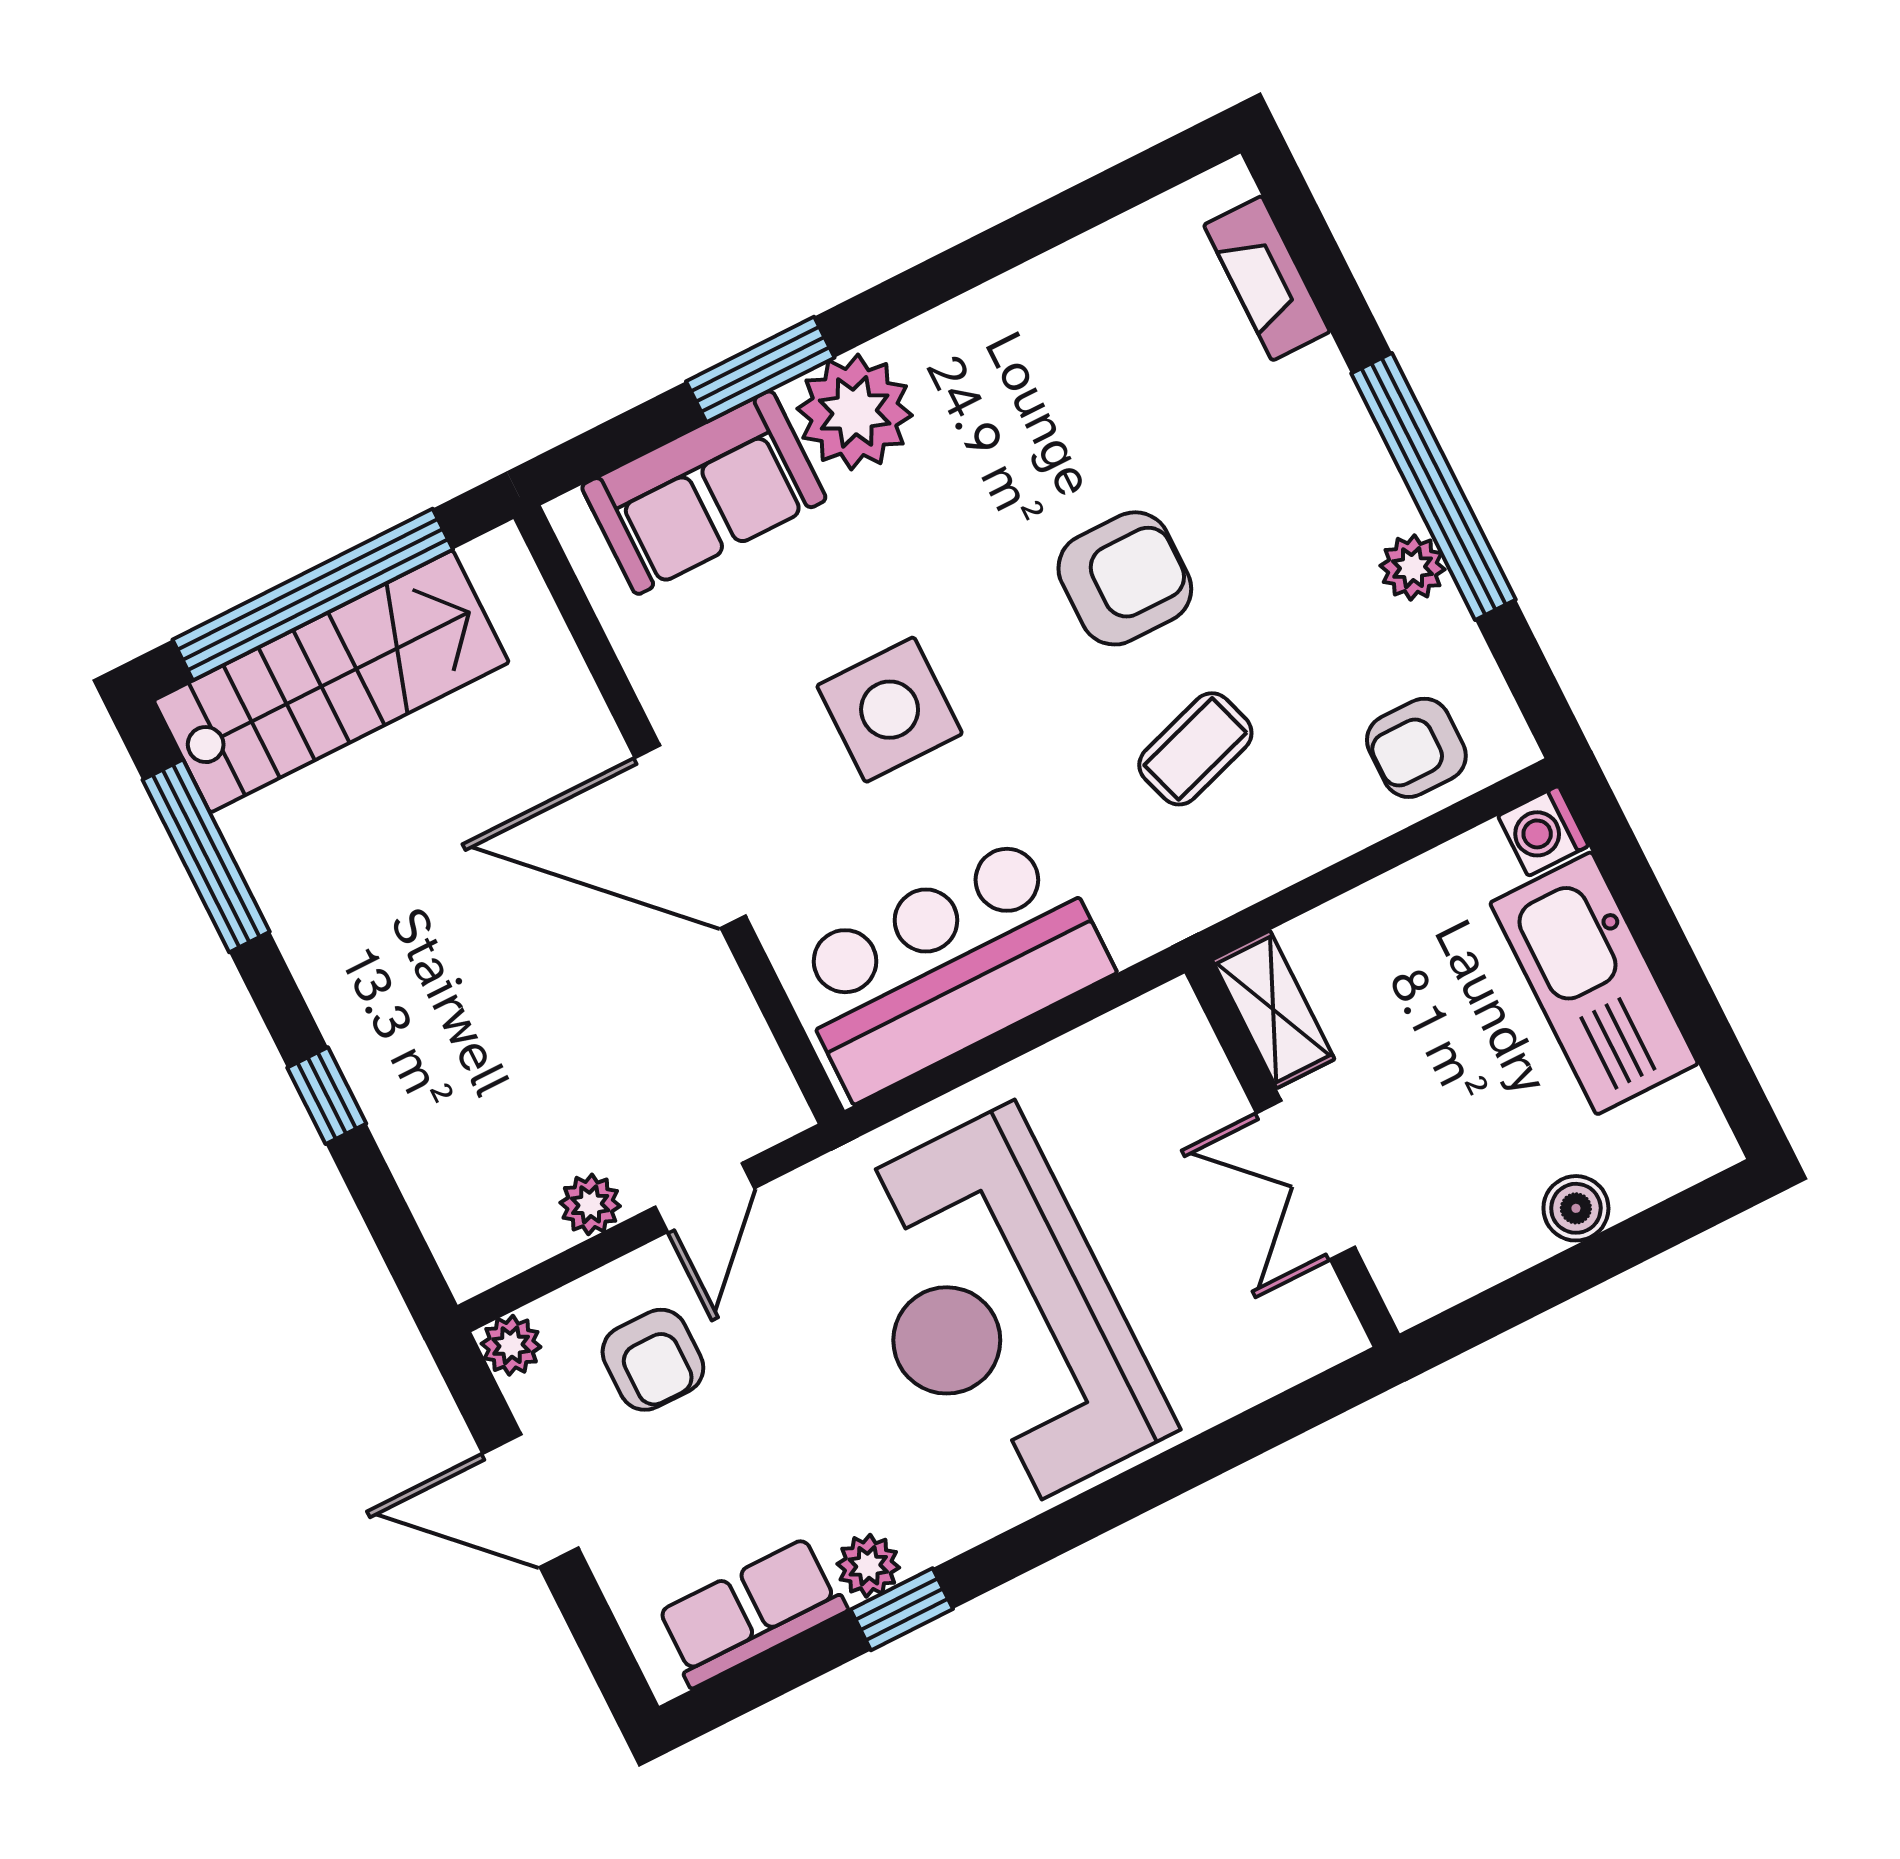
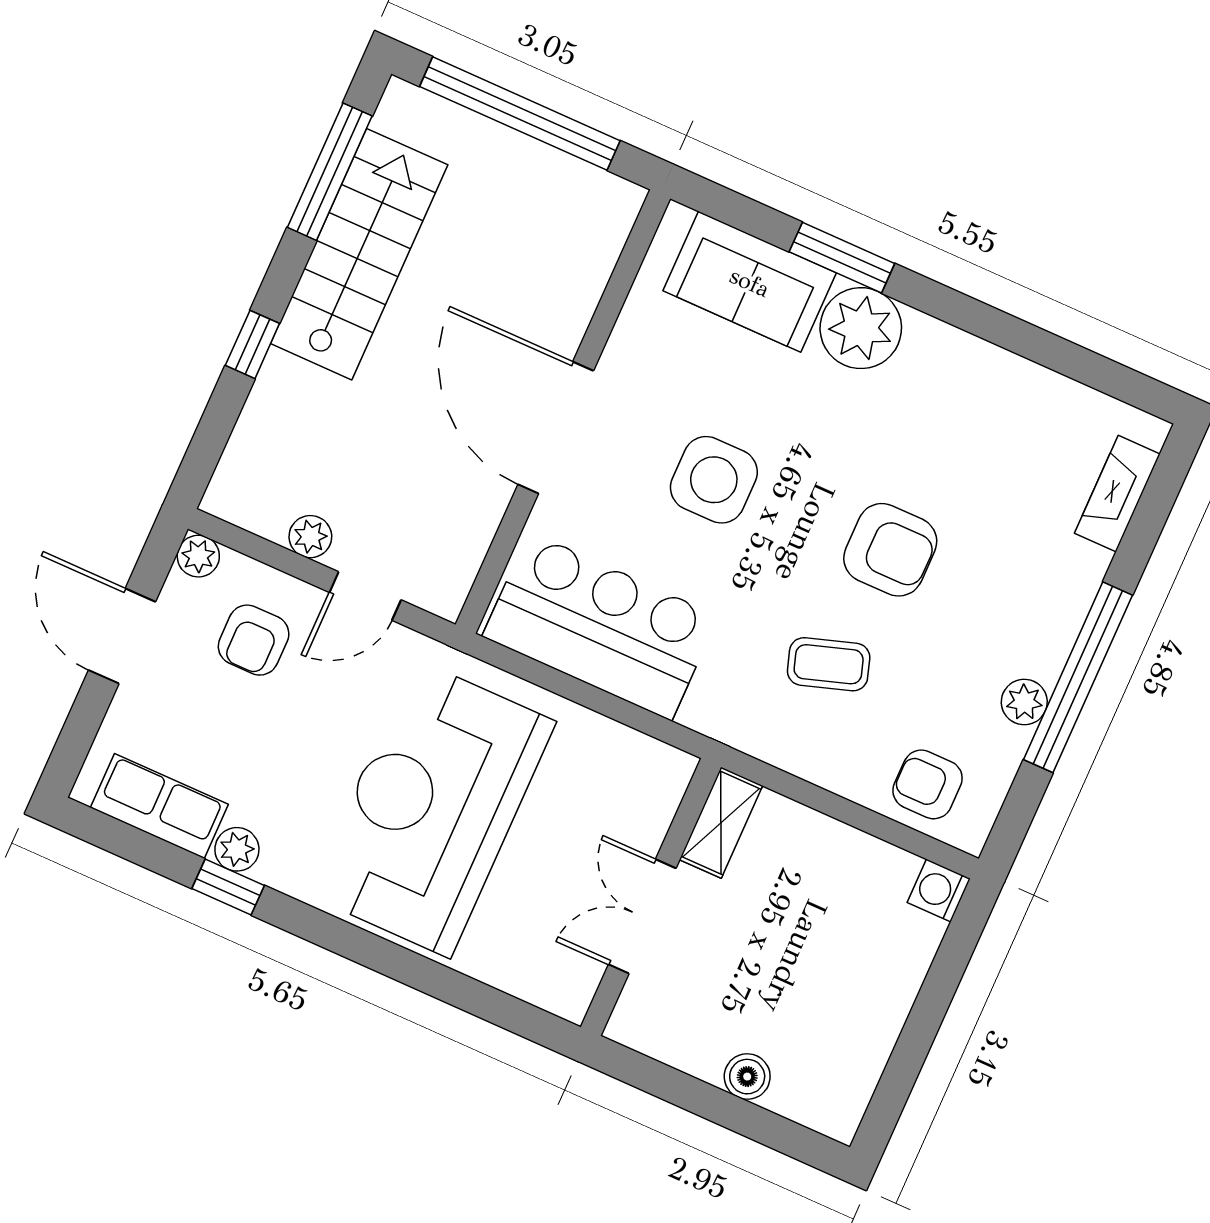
stairs: (331, 681) -> (359, 254), moved, turned -90
kitchen sink: (1594, 983) -> (878, 986), removed

